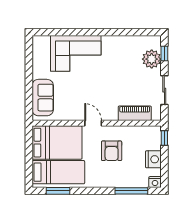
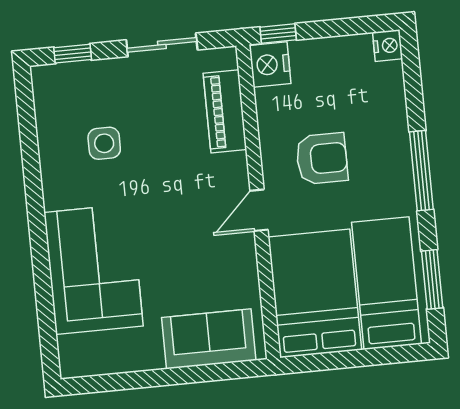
plant: (152, 59) -> (89, 83), removed
side table: (127, 63) -> (104, 143), added
nightstand: (153, 159) -> (270, 64), moved, turned -90
window: (131, 191) -> (421, 171), moved

